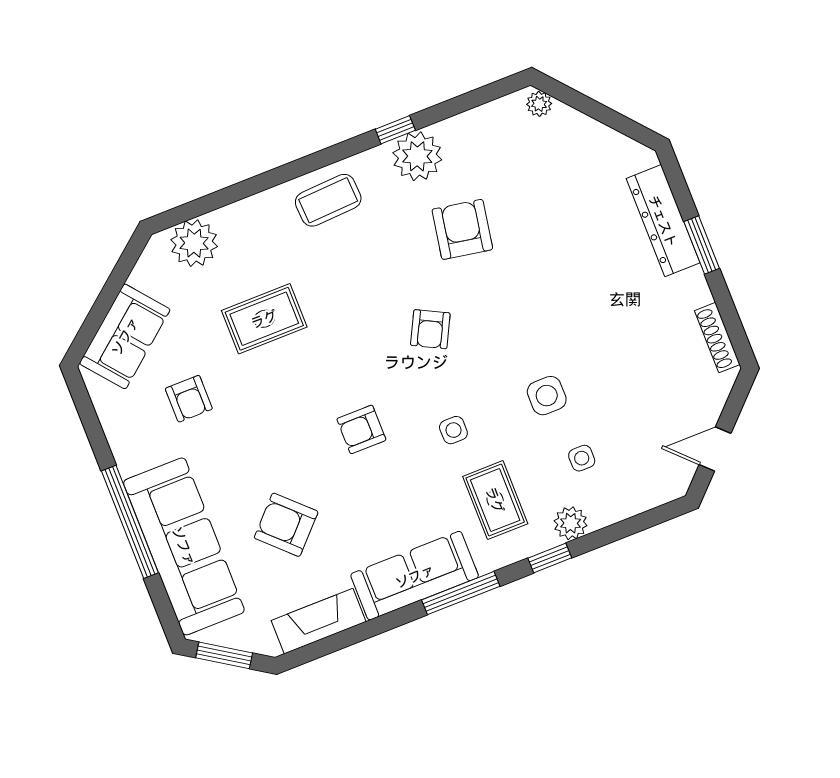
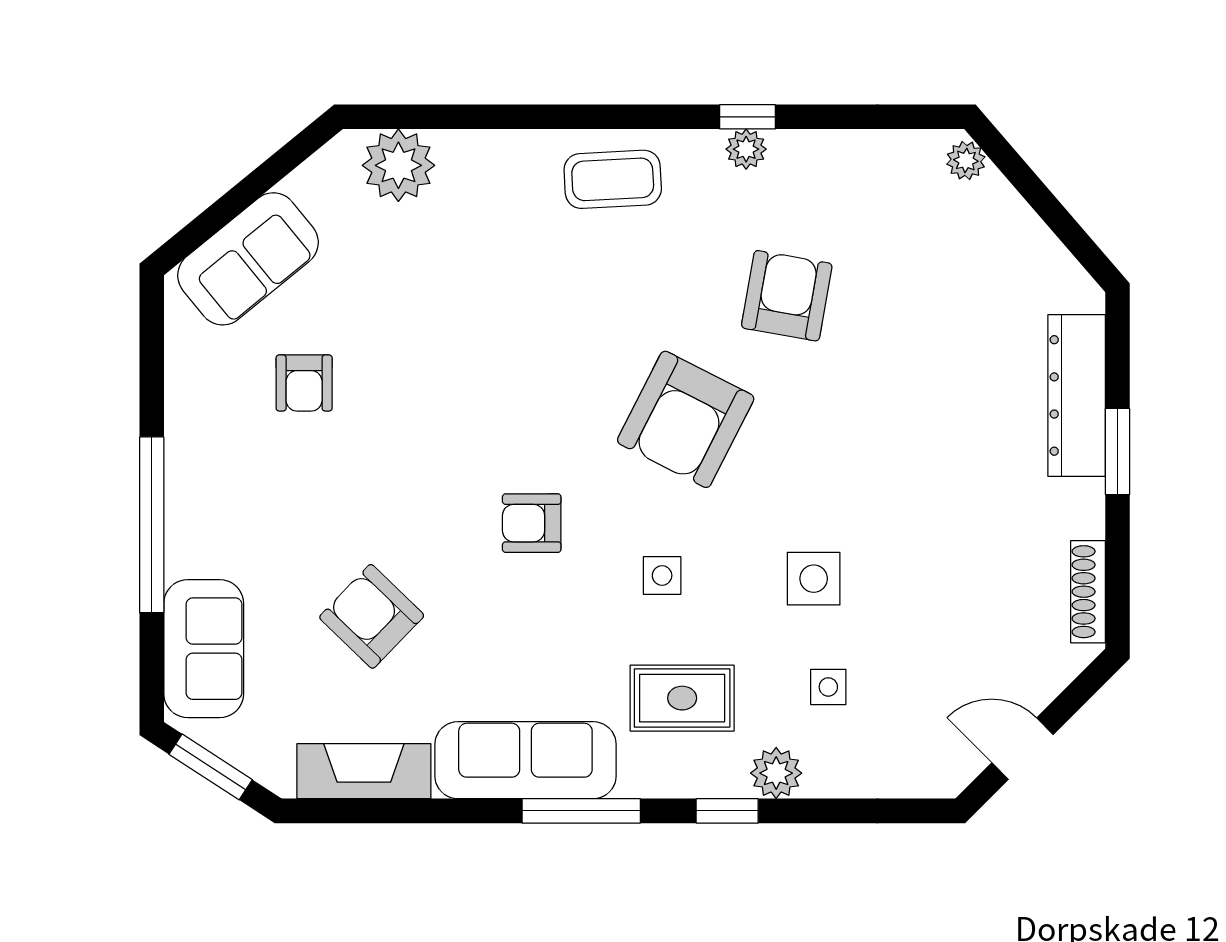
plant: (417, 156) -> (746, 149), width x0.53, depth x0.53
rug: (264, 319) -> (456, 312), removed
armchair: (430, 329) -> (686, 419), width x1.88, depth x1.88
rug: (495, 500) -> (682, 698), turned 90
sofa: (184, 546) -> (204, 649), width x0.54, depth x0.79

